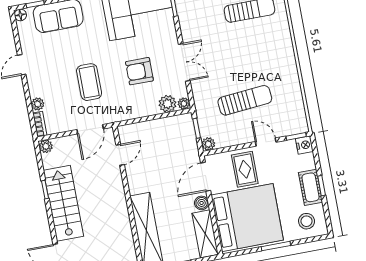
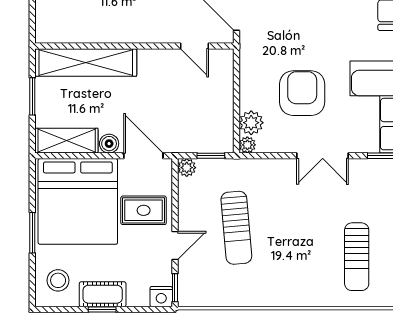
double door: (184, 62) -> (323, 156), moved
armchair: (139, 71) -> (302, 93), width x1.36, depth x1.36
coffee table: (89, 82) -> (300, 23), removed

